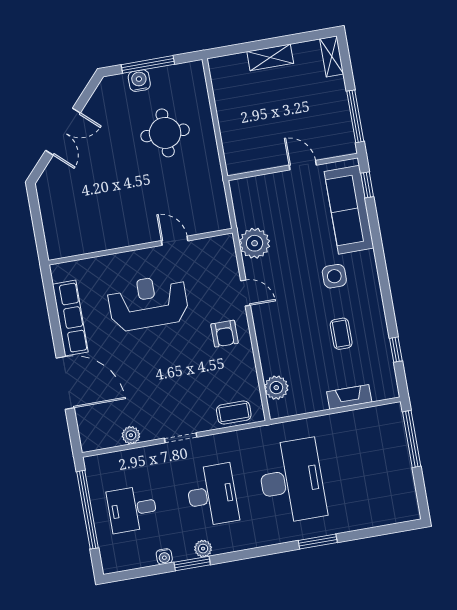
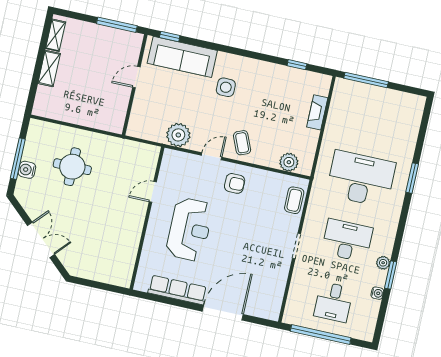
shelving: (332, 56) -> (56, 35), moved, turned 90
reception desk: (148, 303) -> (190, 229), turned 180
coffee table: (341, 334) -> (242, 143), moved, turned 67
plant: (131, 435) -> (280, 281), removed

